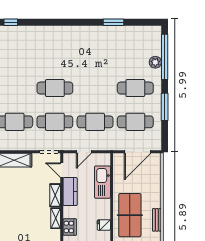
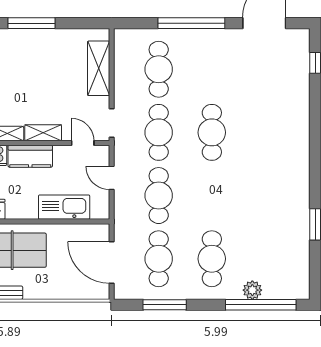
window: (165, 107) -> (165, 305), moved
door: (62, 170) -> (83, 143), hinge flipped
kitchen counter: (70, 192) -> (30, 156), moved

